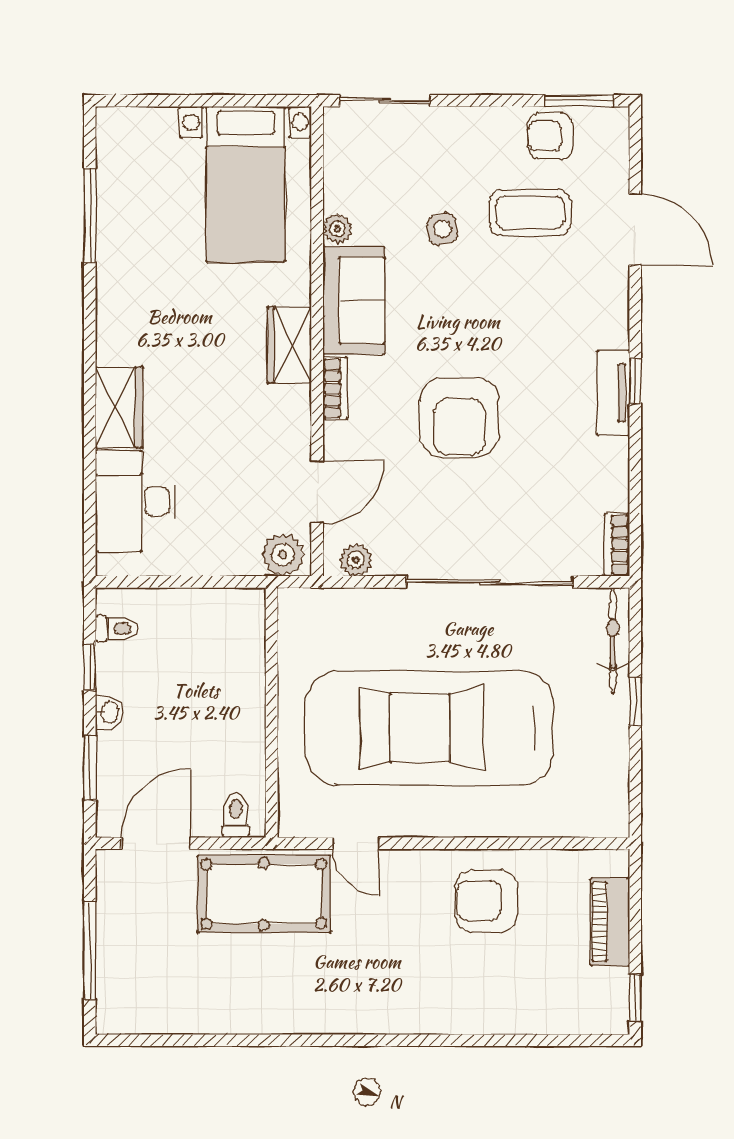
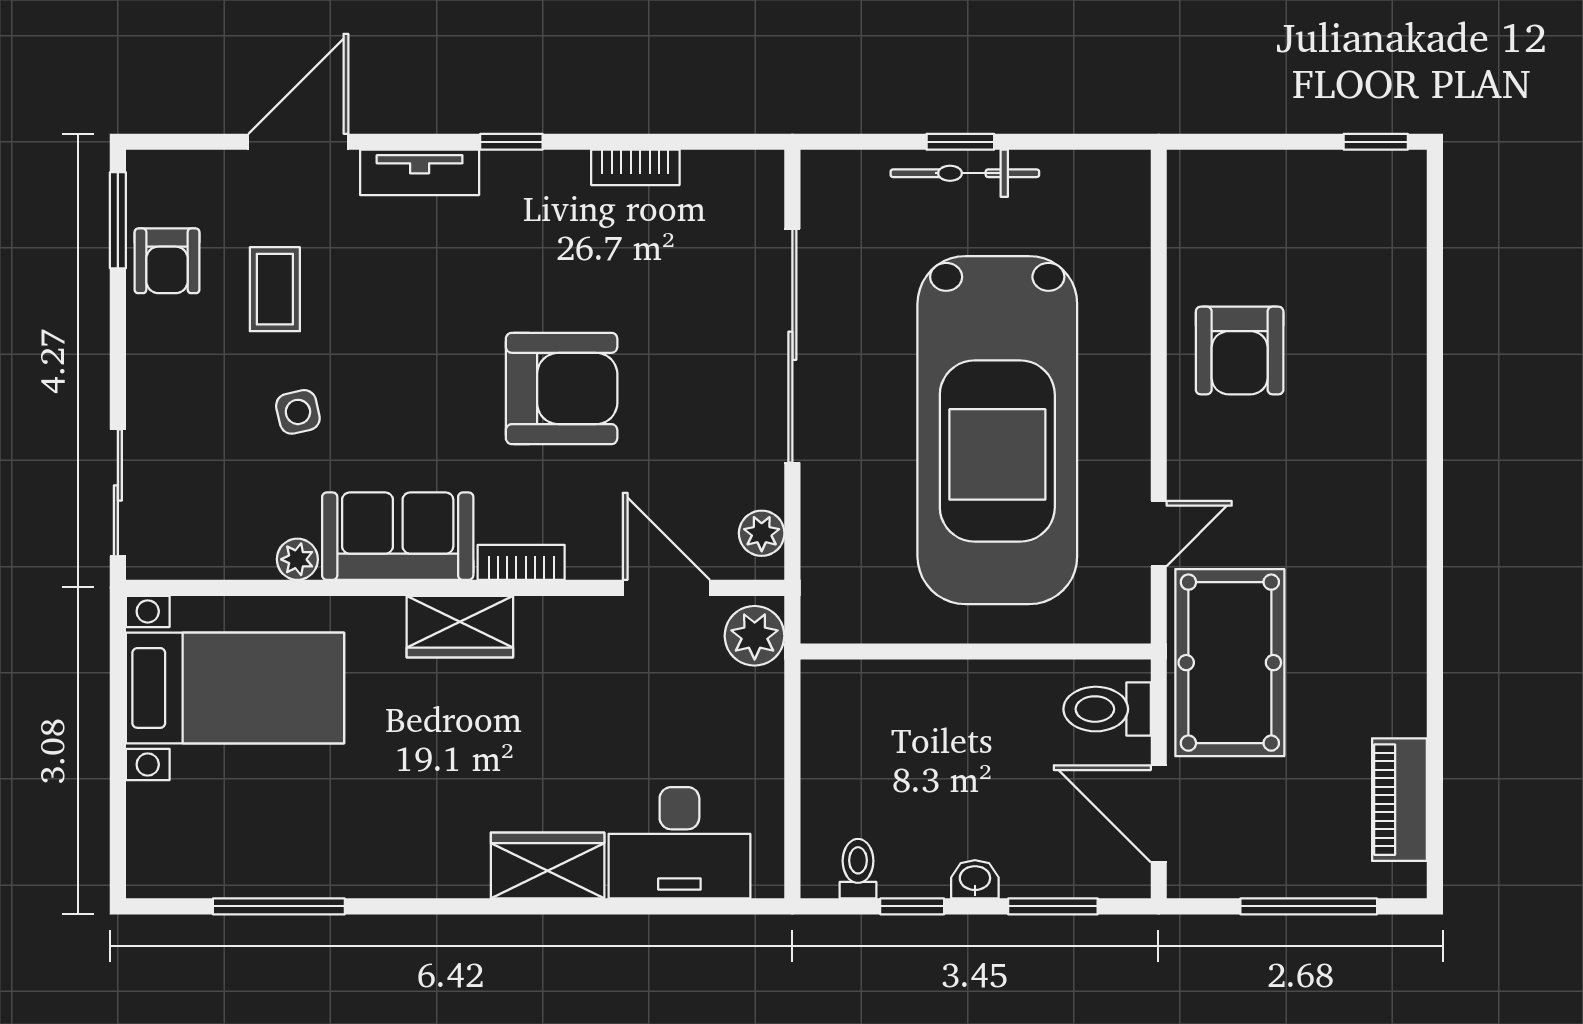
coffee table: (530, 213) -> (275, 289), width x0.73, depth x0.77
tv unit: (613, 393) -> (420, 172), moved
bookcase: (617, 545) -> (635, 167), moved
bicycle: (613, 641) -> (965, 173), moved
toilet: (236, 815) -> (1107, 709), width x1.37, depth x1.39
piano: (610, 922) -> (1399, 800), moved, turned 90

